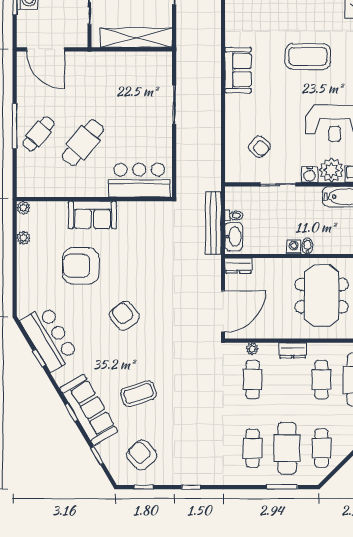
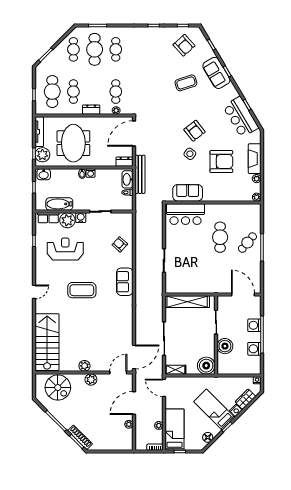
cafe table: (83, 143) -> (220, 237), turned -39
armchair: (259, 147) -> (120, 244), moved
sofa: (92, 215) -> (188, 193), moved
bench: (213, 223) -> (140, 174), moved
fireplace: (27, 270) -> (255, 159), added
side table: (132, 278) -> (190, 154), added
sofa: (89, 410) -> (216, 73), width x0.73

